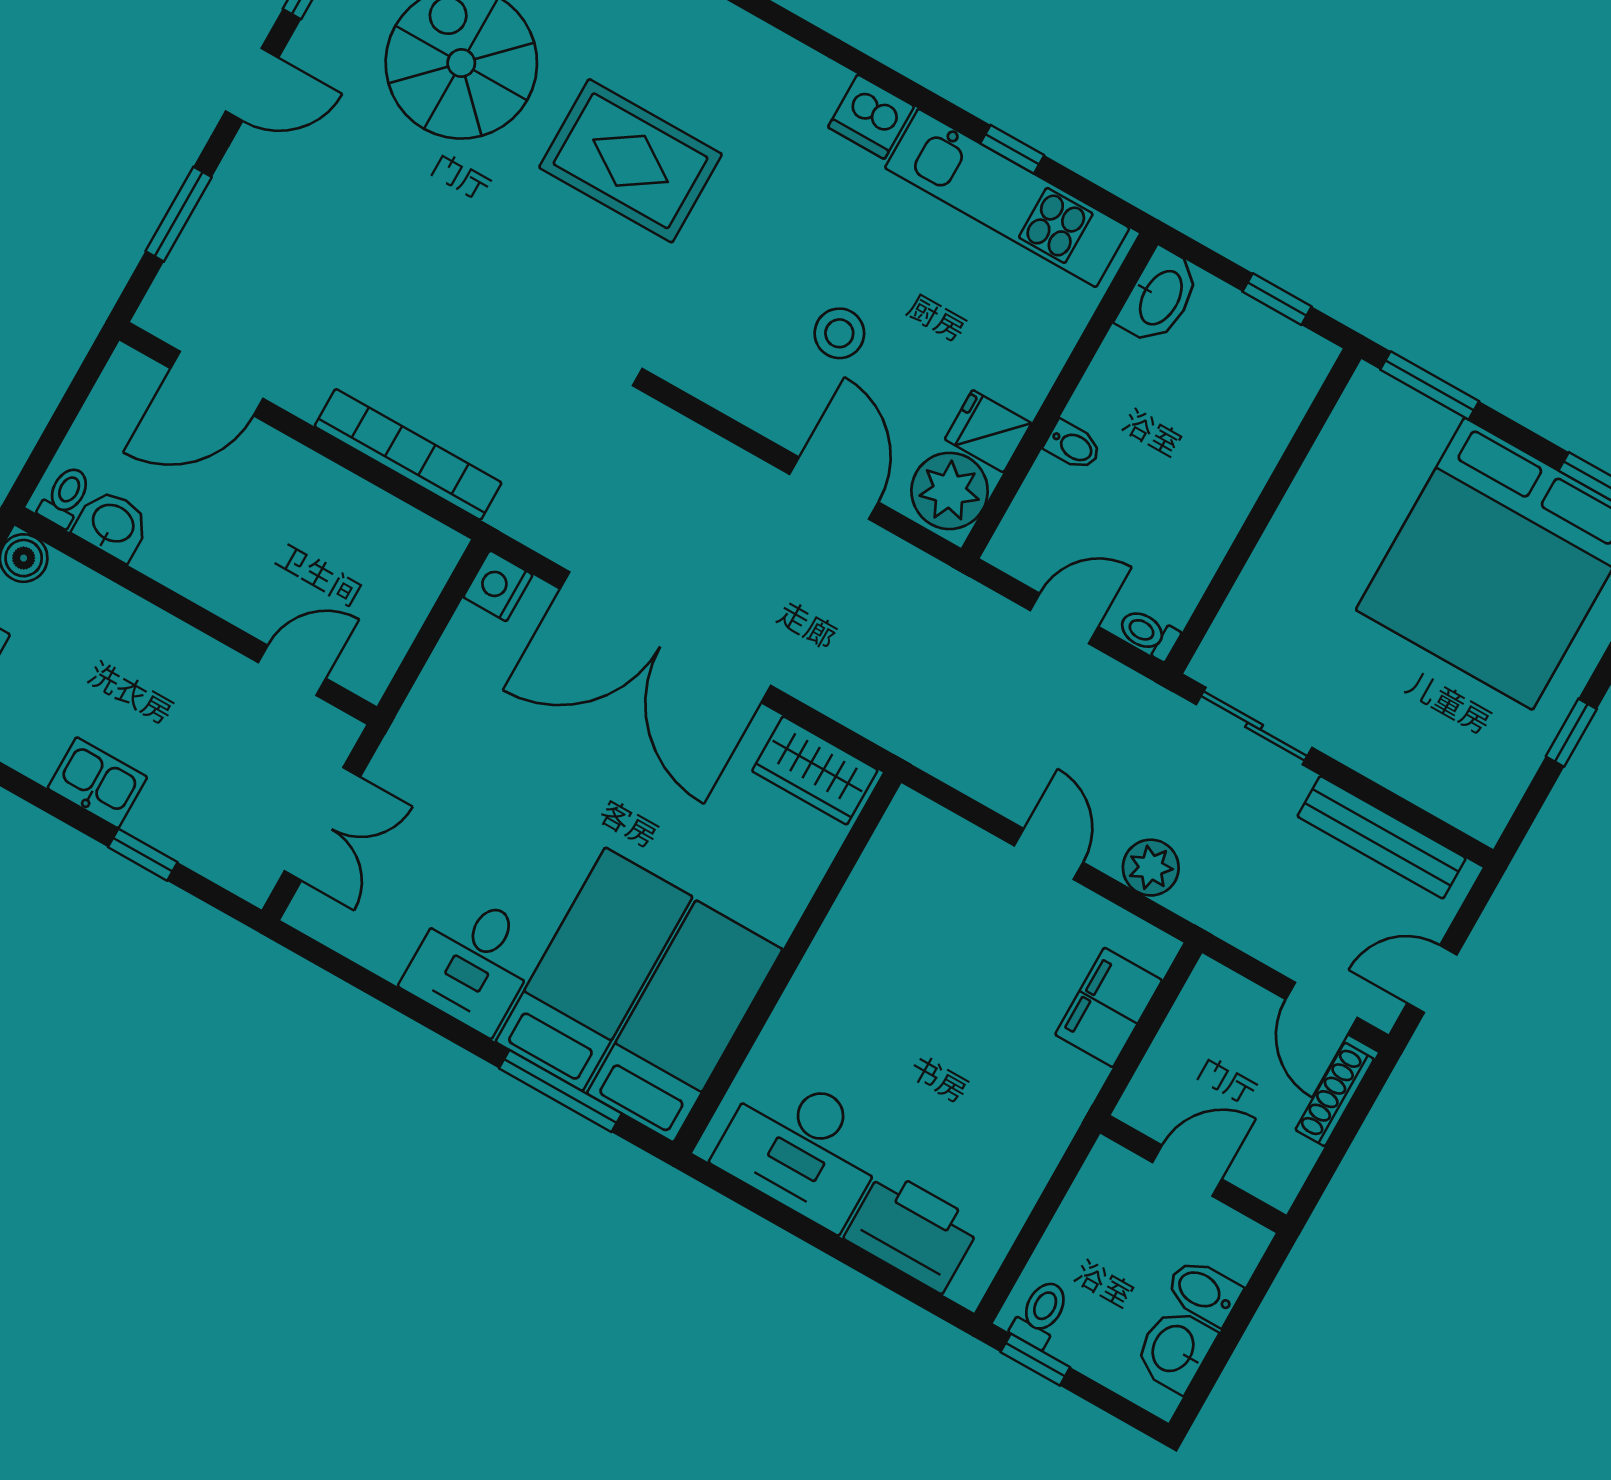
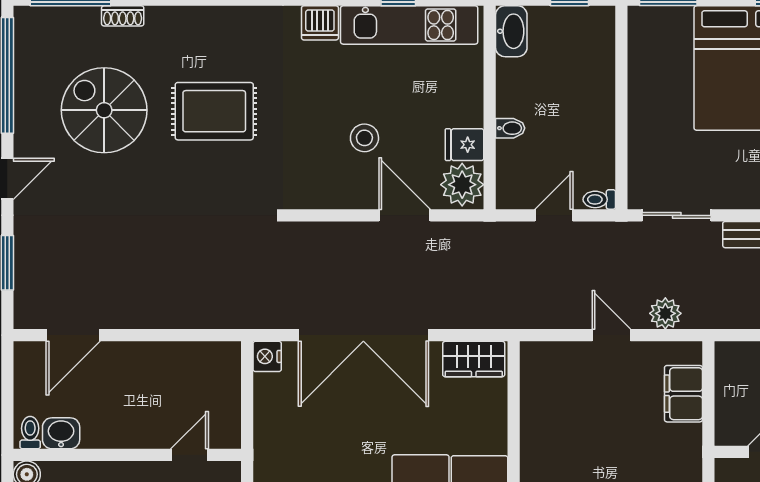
bookcase: (408, 454) -> (187, 317), removed

